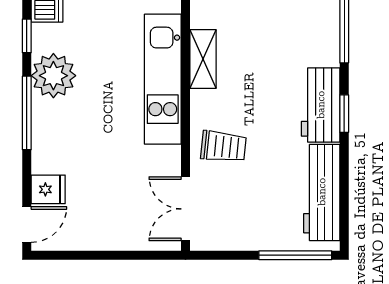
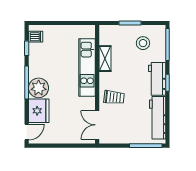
stool: (289, 24) -> (143, 43), added
plant: (53, 76) -> (39, 88), moved
fridge: (48, 189) -> (39, 111), width x1.88, depth x1.34

